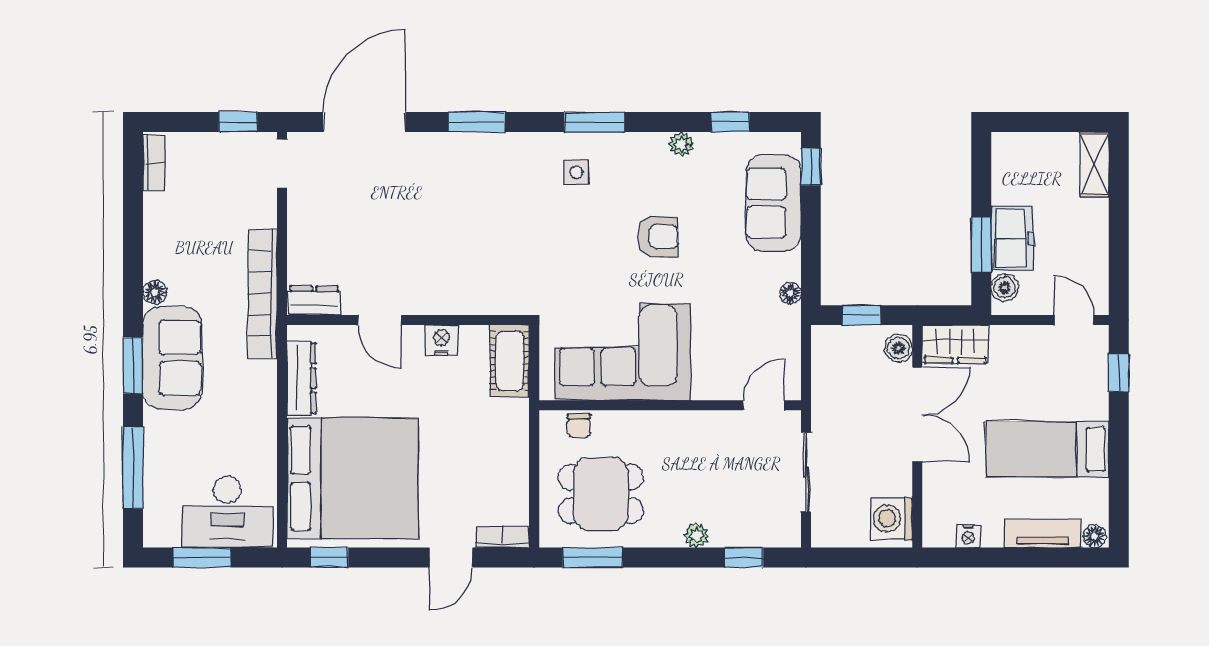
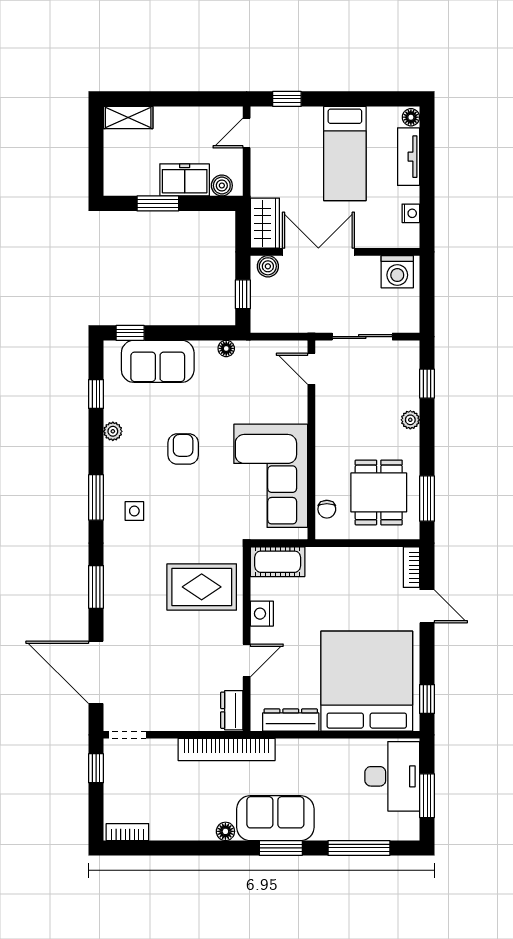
window: (981, 245) -> (158, 203), moved
rug: (476, 261) -> (202, 587), added
chair: (579, 426) -> (327, 509), turned 90

